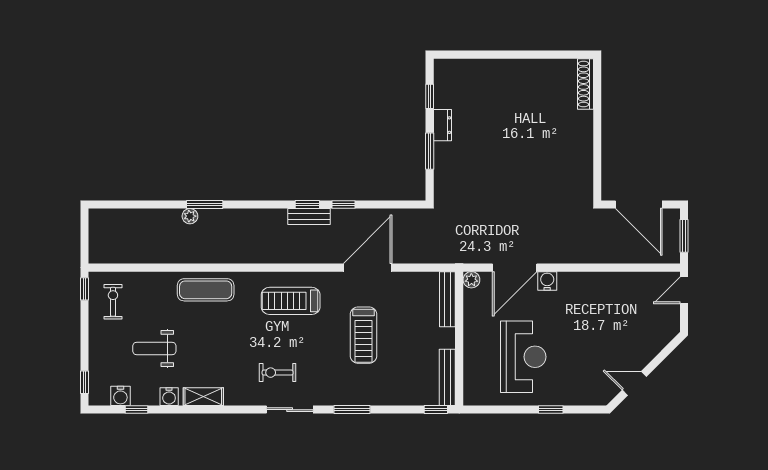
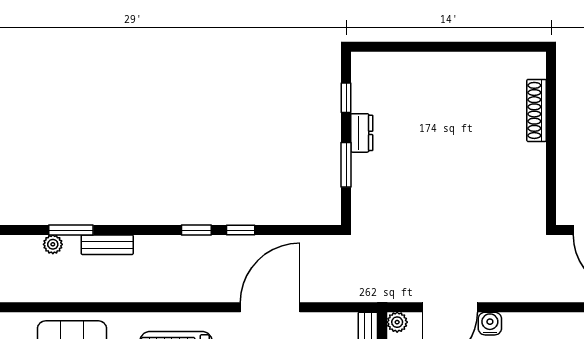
shoe rack: (585, 84) -> (537, 110), moved
bench: (309, 217) -> (107, 245), moved

